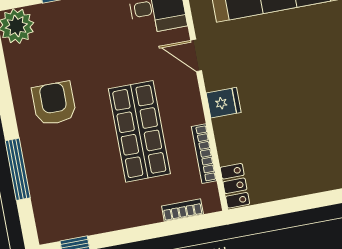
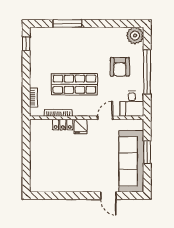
armchair: (54, 103) -> (120, 67), moved, turned 90
locker: (235, 186) -> (63, 125), moved

